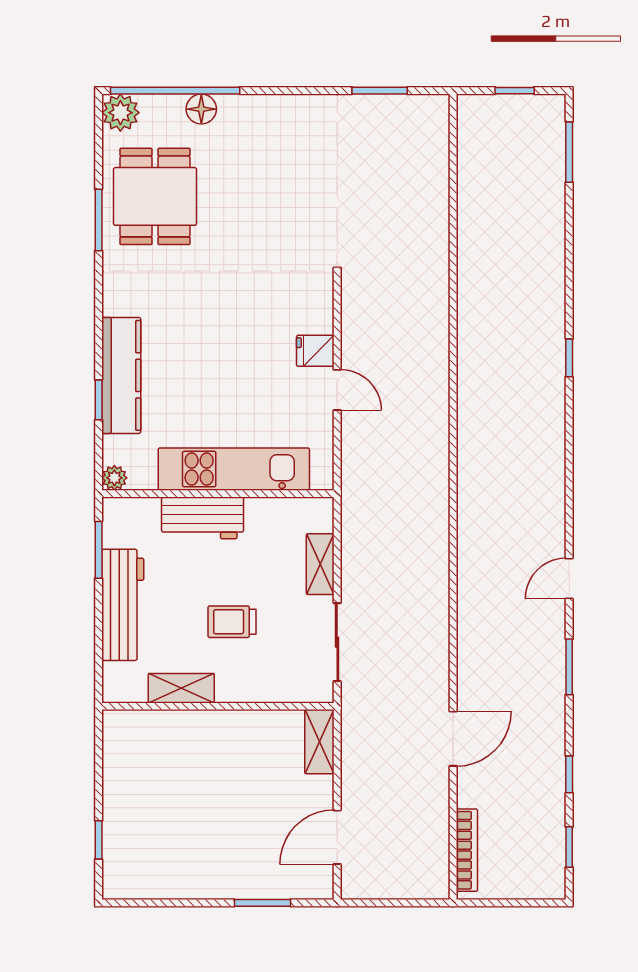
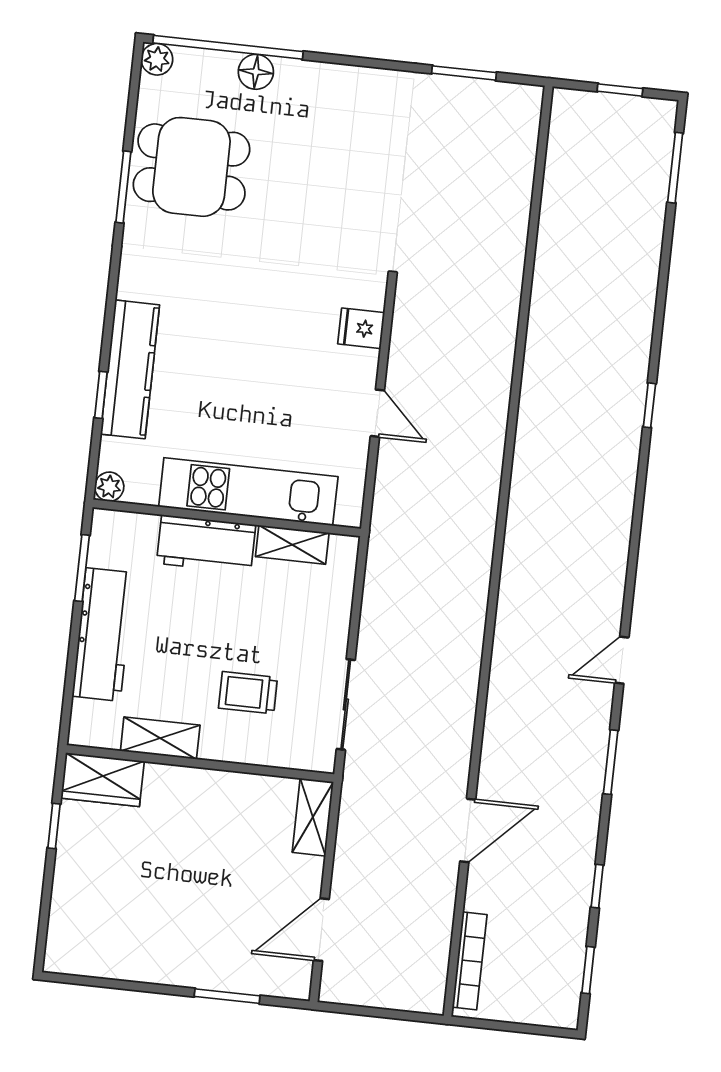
plant: (120, 113) -> (157, 59), width x0.73, depth x0.73
dining table: (155, 196) -> (191, 167), turned 90
fridge: (315, 351) -> (361, 328), moved
shelving: (320, 564) -> (292, 545), moved, turned 90
trolley: (232, 622) -> (248, 693), moved
wardrobe: (136, 729) -> (103, 780), added
window: (99, 840) -> (54, 826), moved

